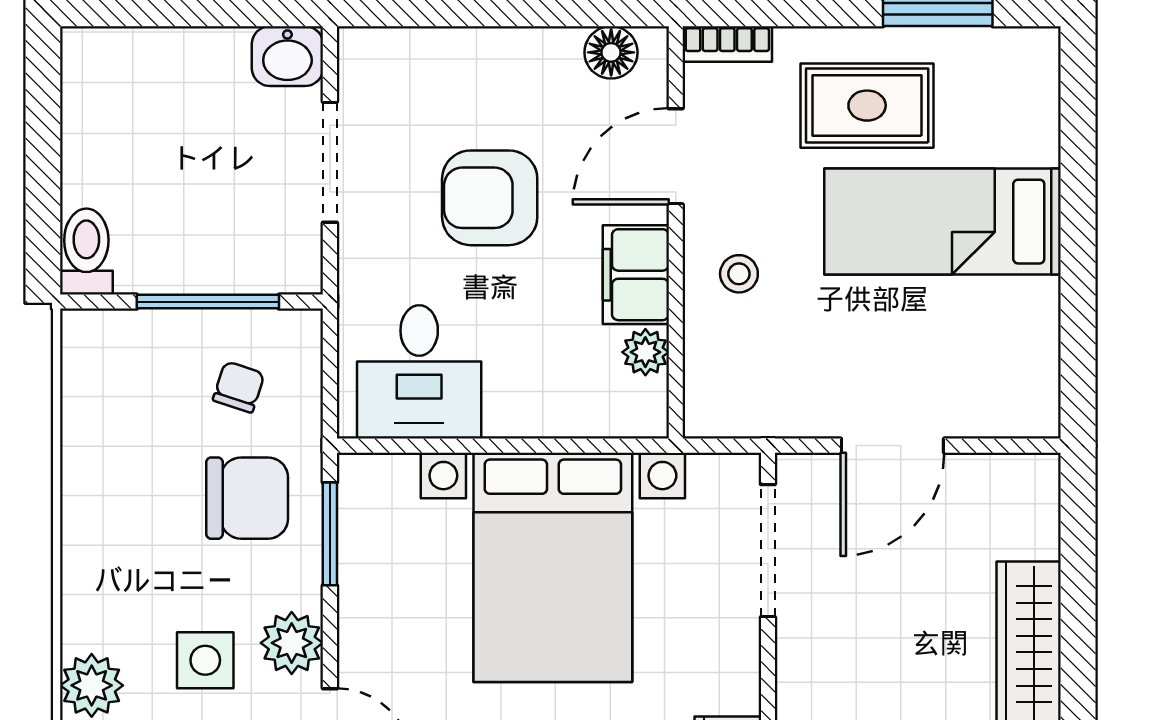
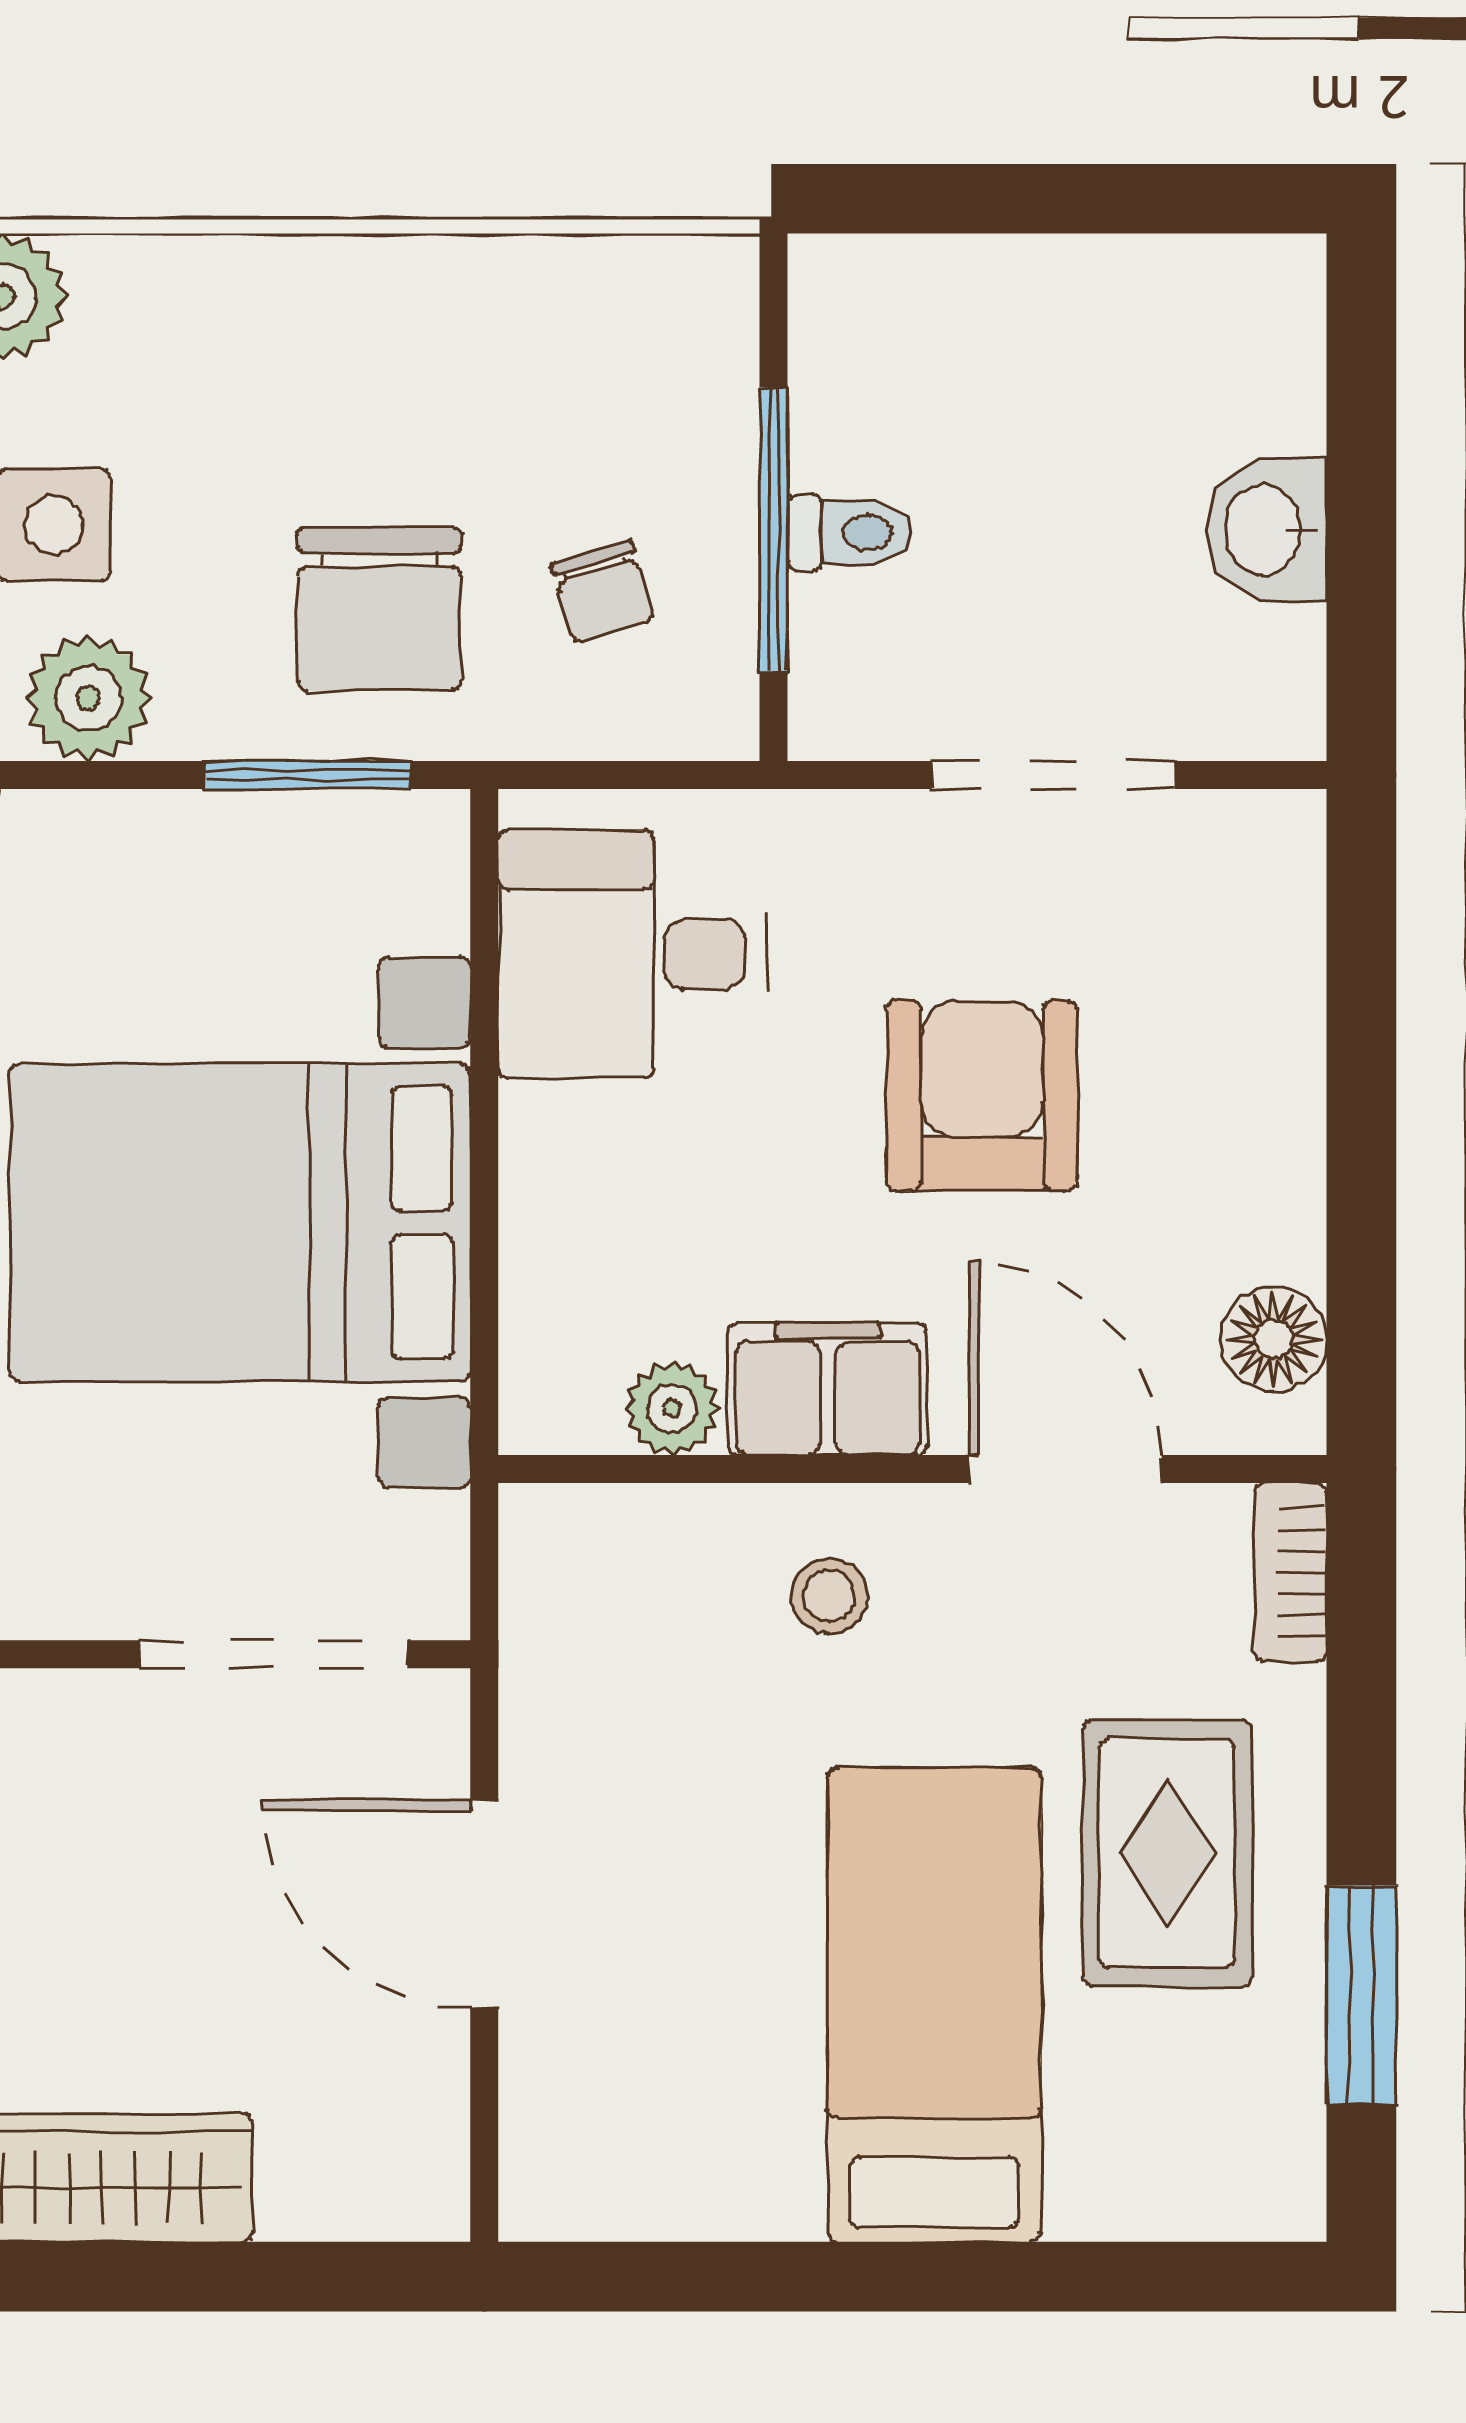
washbasin: (287, 56) -> (1266, 530), moved
toilet: (86, 252) -> (850, 533), moved, width x0.73, depth x0.72
chair: (239, 387) -> (602, 592), turned 56

